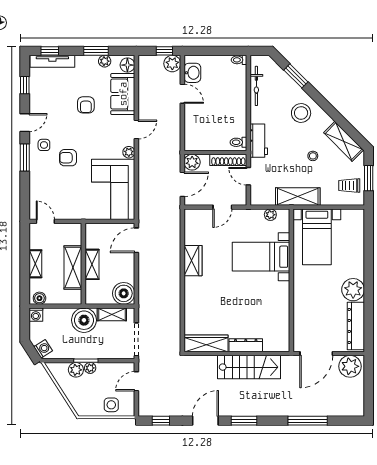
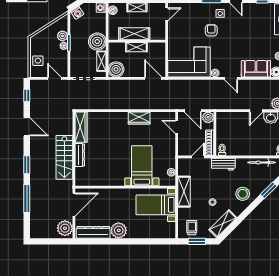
armchair: (86, 105) -> (248, 43), removed
door: (222, 207) -> (177, 127), moved
door: (316, 353) -> (74, 205), swing flipped
window: (244, 421) -> (27, 165), moved

